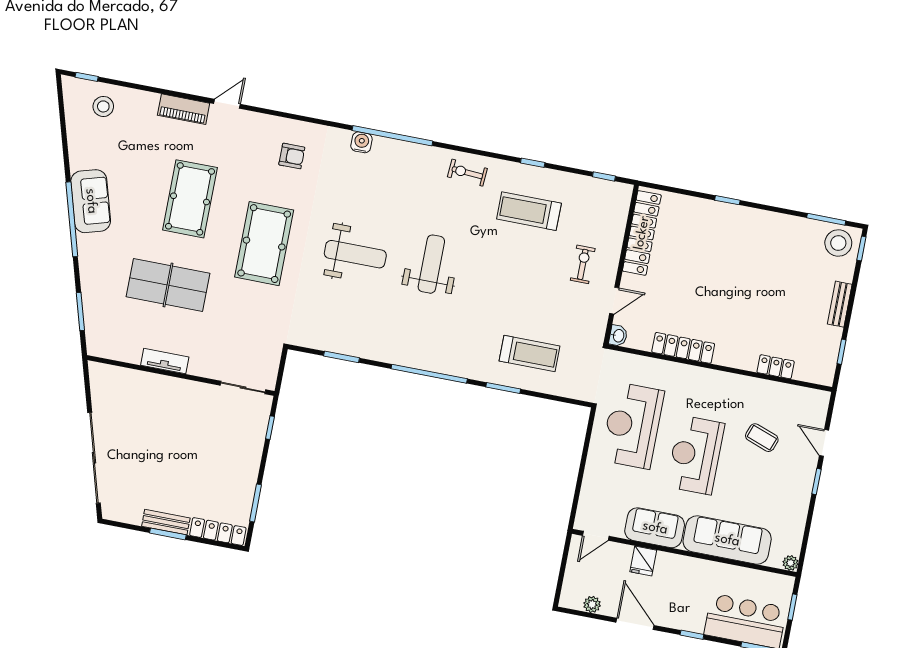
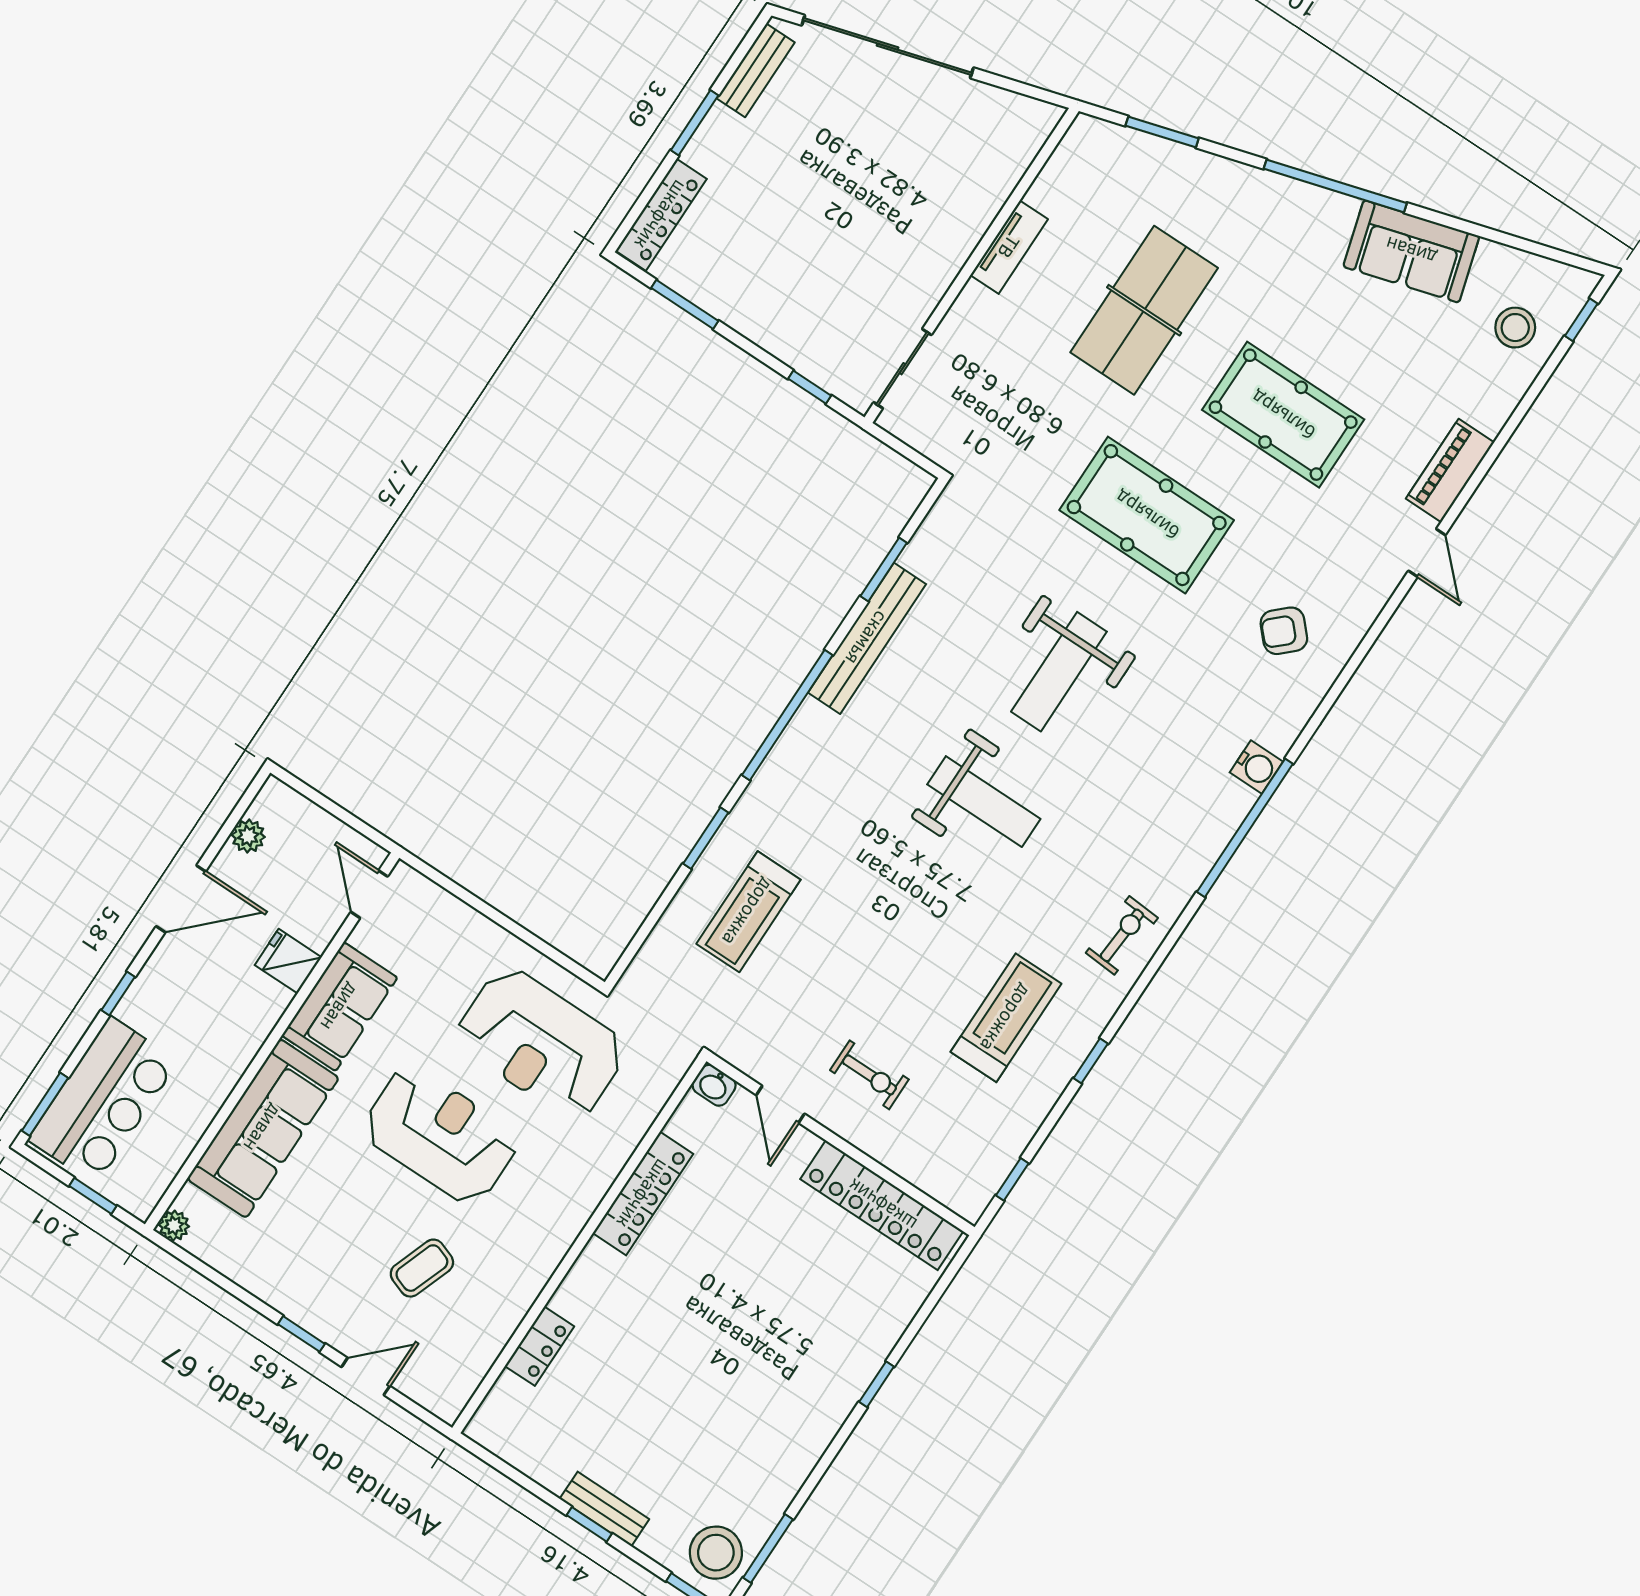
armchair: (292, 156) -> (1284, 631), turned 47
sofa: (91, 201) -> (1411, 251), moved
bench: (377, 351) -> (867, 638), added
window: (842, 352) -> (589, 1524), moved
reception desk: (632, 426) -> (541, 1043), turned 180
bench: (166, 522) -> (756, 70), moved

